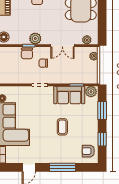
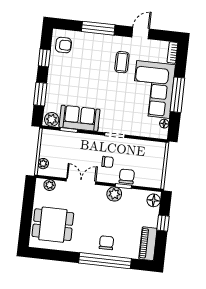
coffee table: (62, 127) -> (122, 62), moved

